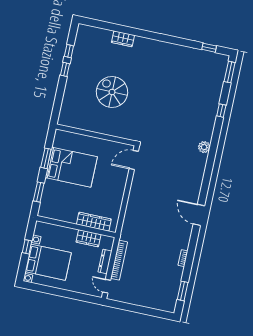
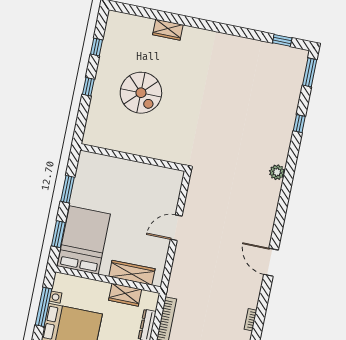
window: (65, 69) -> (88, 87), moved
spiral stairs: (112, 92) -> (141, 93), moved, turned 180
door: (134, 160) -> (176, 228), moved
bed: (71, 167) -> (84, 240), moved, turned -90
window: (27, 247) -> (44, 307), width x2.17

